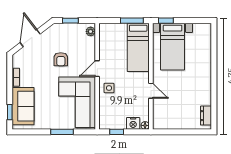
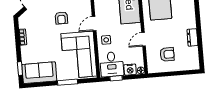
door: (151, 91) -> (143, 39), swing flipped
sofa: (23, 106) -> (39, 73), moved, turned -90
armchair: (176, 110) -> (167, 54), added
desk: (113, 116) -> (112, 64), added
dresser: (206, 116) -> (192, 37), moved

